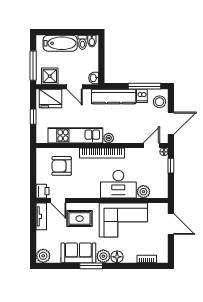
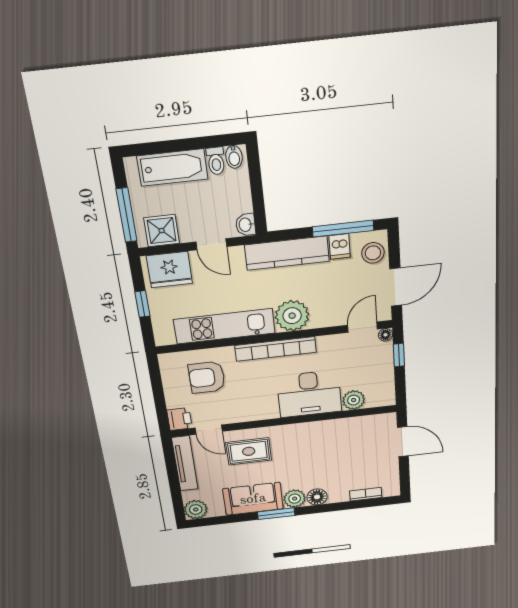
plant: (109, 138) -> (292, 316), width x1.88, depth x1.88
tv unit: (41, 216) -> (185, 464), width x1.41
corner sofa: (123, 220) -> (323, 445), removed

